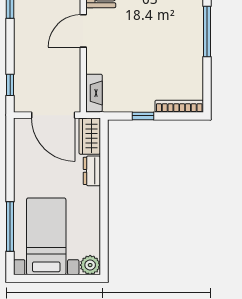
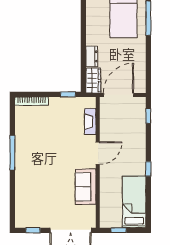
fireplace: (94, 93) -> (90, 122), moved
door: (53, 115) -> (119, 95), hinge flipped
window: (143, 116) -> (68, 94), moved

